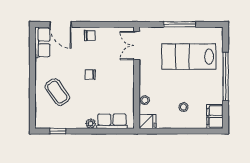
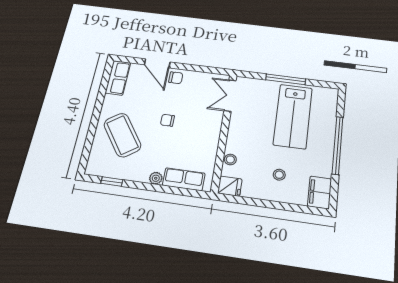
door: (61, 24) -> (157, 63), moved
lab bench: (189, 57) -> (293, 116), turned -90
coffee table: (57, 92) -> (122, 135), width x1.36, depth x1.32

